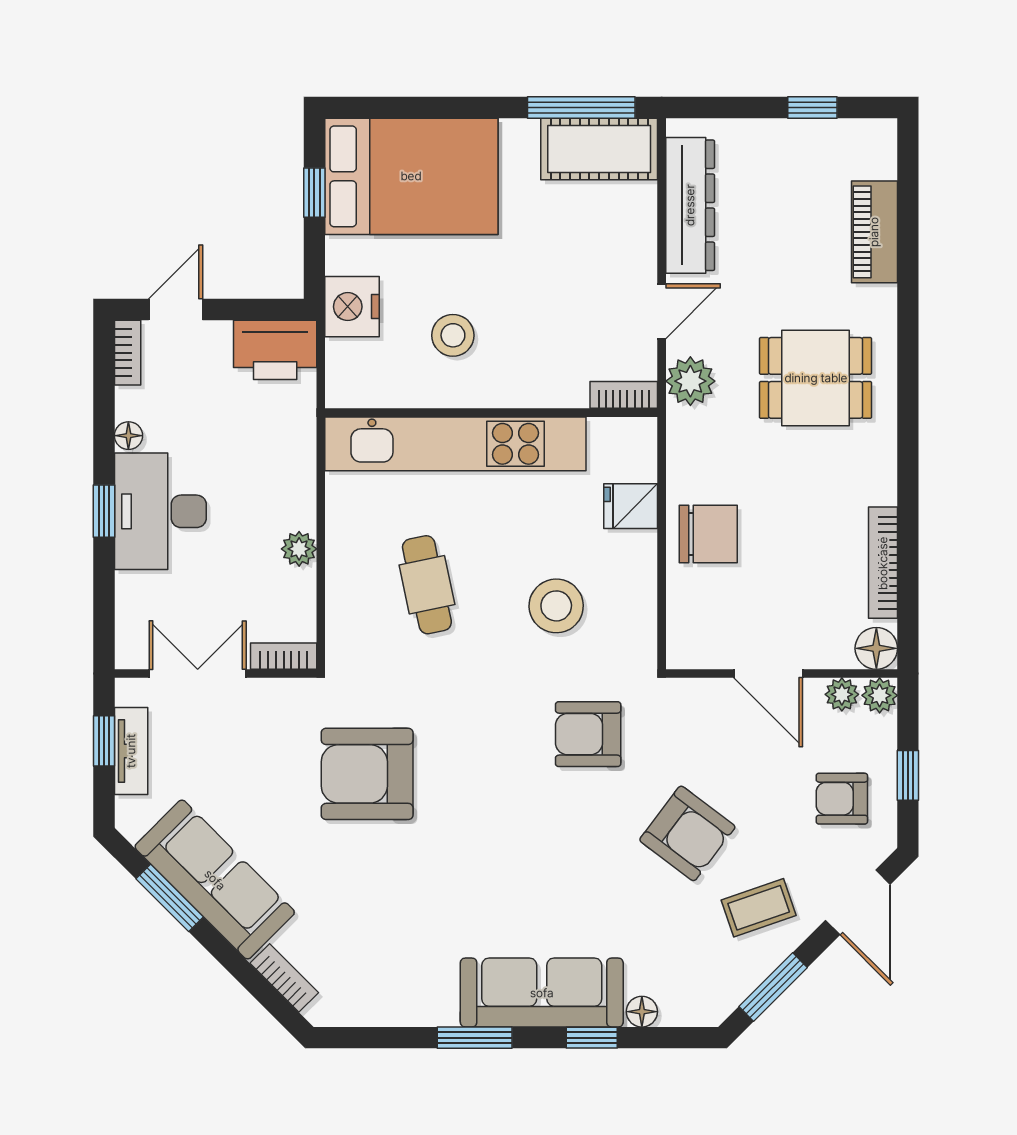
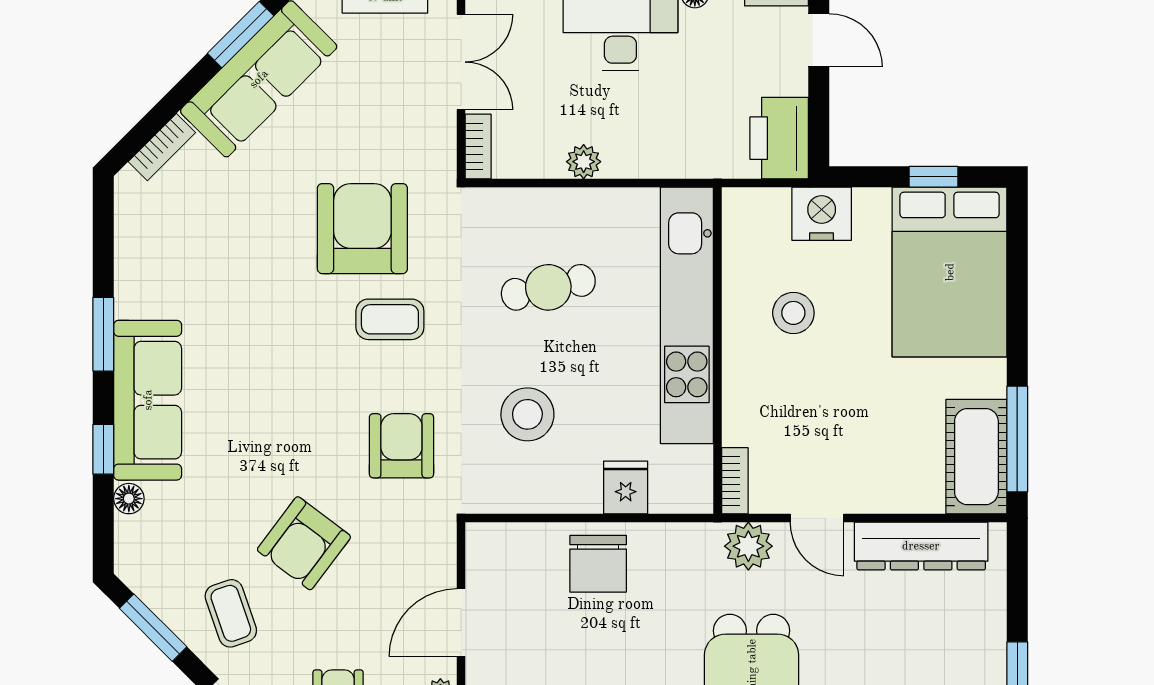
coffee table: (459, 746) -> (390, 319), added

